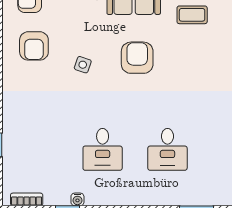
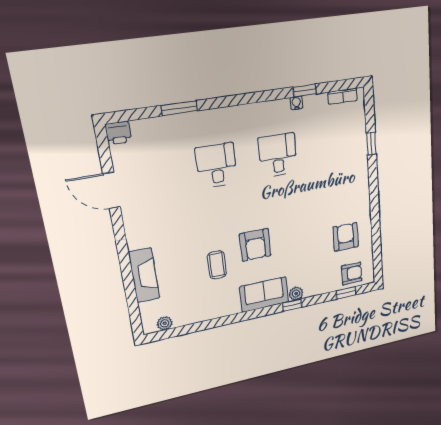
coffee table: (192, 15) -> (217, 265), moved, turned 90
side table: (83, 65) -> (303, 229), removed

